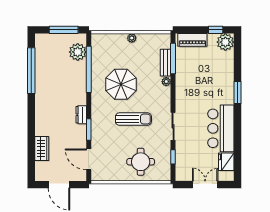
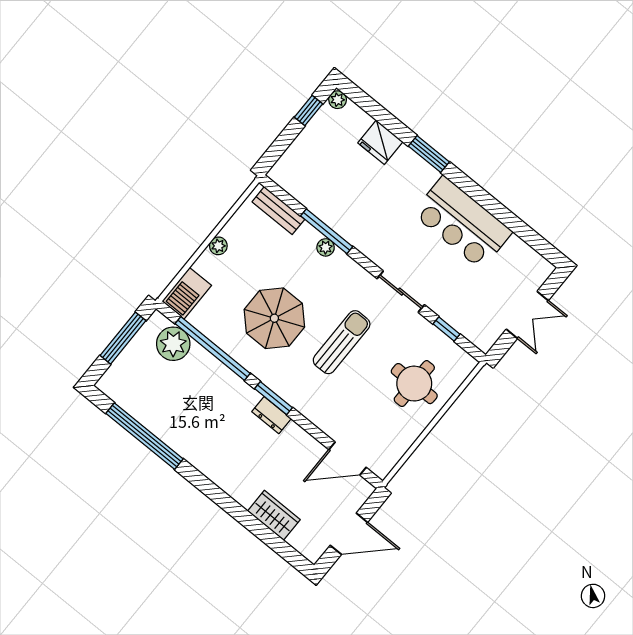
piano: (192, 40) -> (295, 157), removed
barbecue: (102, 41) -> (187, 293), added
plant: (225, 42) -> (338, 100), width x0.53, depth x0.53
window: (173, 59) -> (327, 231), moved
bench: (166, 63) -> (278, 211), moved
window: (89, 129) -> (274, 398), moved
fridge: (226, 162) -> (380, 142), moved
double door: (205, 185) -> (527, 315), swing flipped

